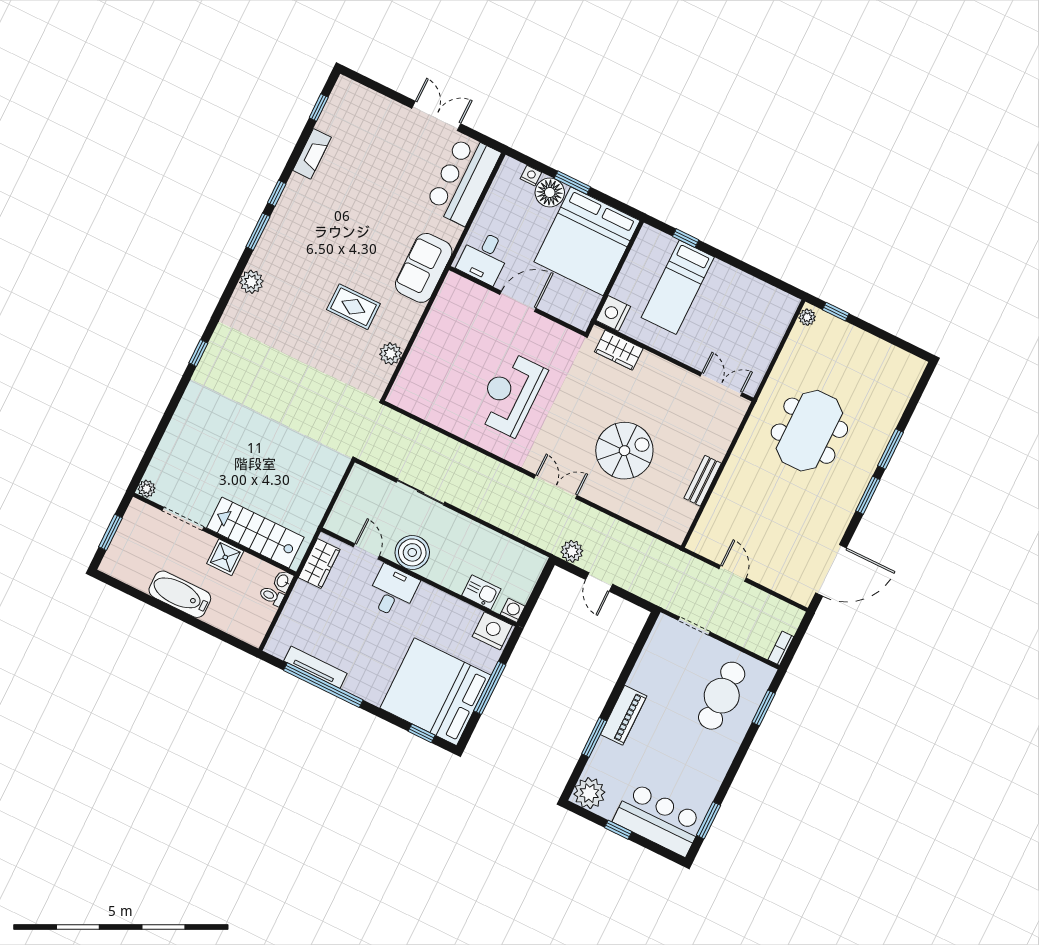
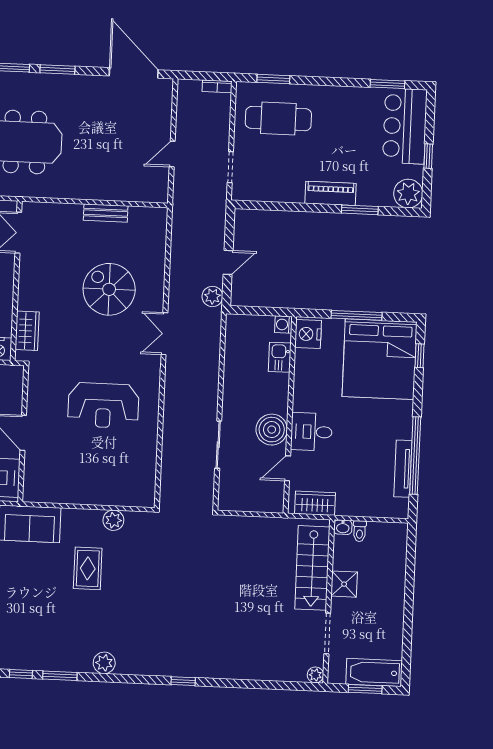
bathtub: (180, 594) -> (374, 672), moved, turned 90

